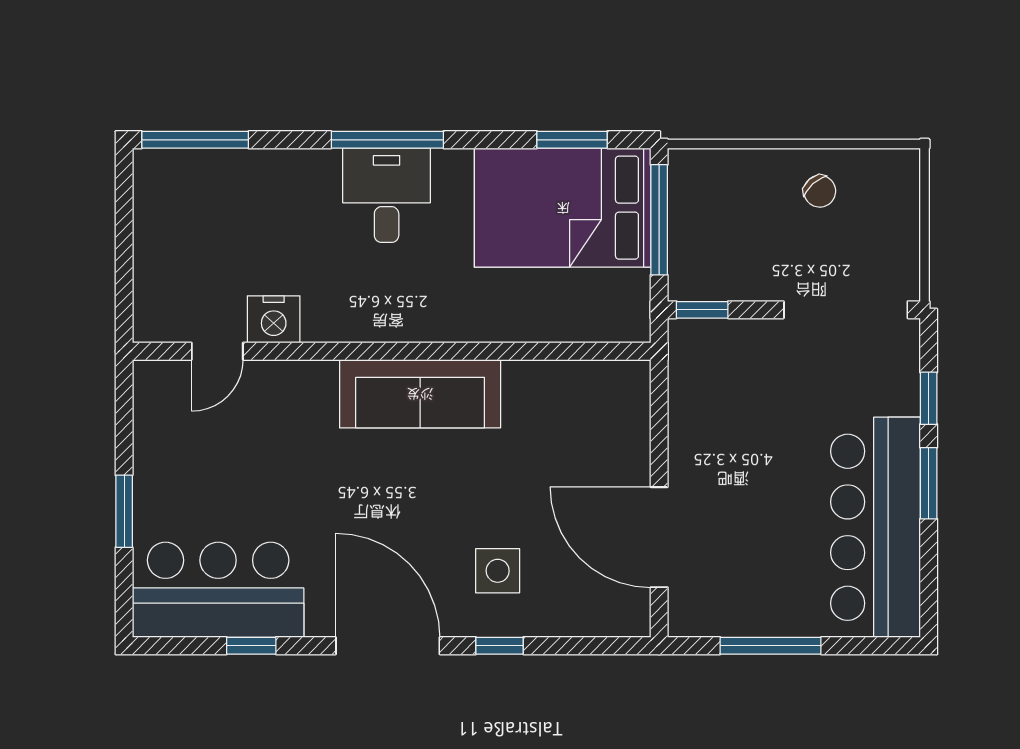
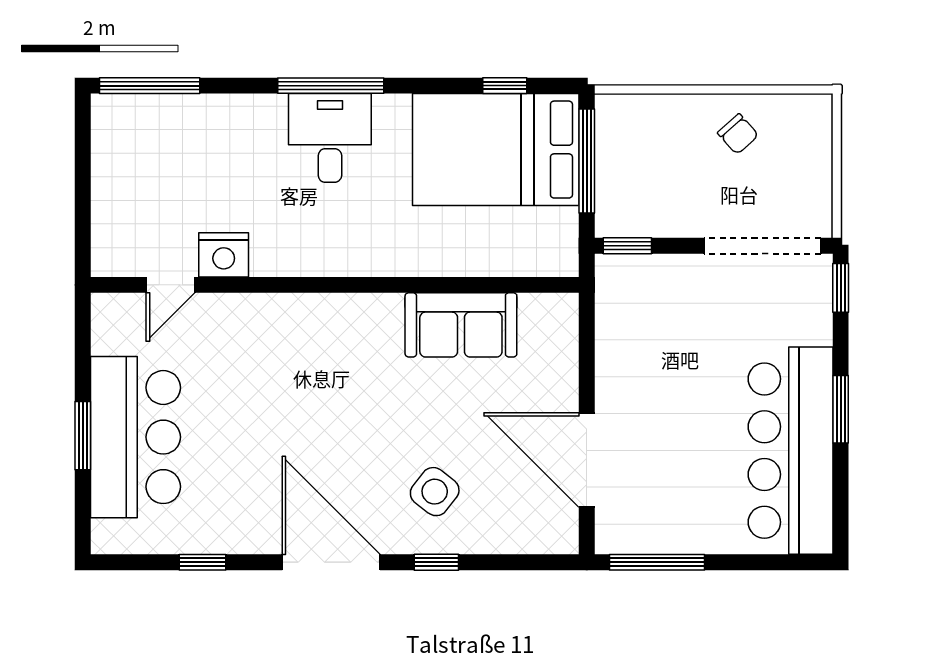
window: (572, 140) -> (505, 86), width x0.67
sofa: (420, 394) -> (461, 325), moved, width x0.73
window: (929, 398) -> (841, 288), moved
side table: (498, 571) -> (435, 492), turned 38
bar counter: (218, 590) -> (135, 437), moved, turned 90
window: (771, 646) -> (657, 562), moved

